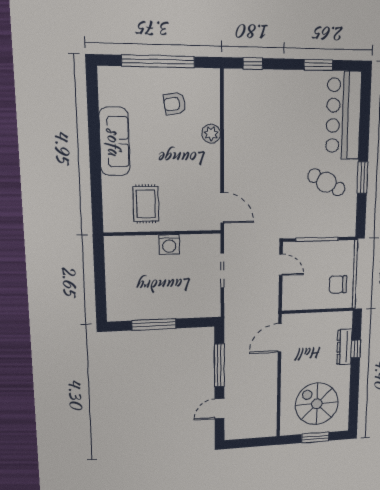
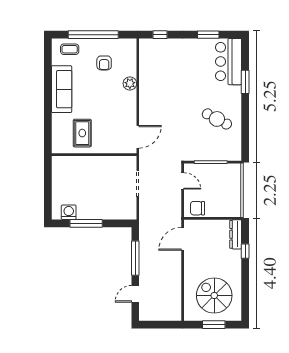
coffee table: (124, 83) -> (70, 49), added
armchair: (175, 104) -> (104, 63), turned -81
bar counter: (344, 115) -> (229, 62), width x0.73
window: (362, 178) -> (245, 82), moved
door: (222, 208) -> (138, 137), hinge flipped
washing machine: (169, 244) -> (69, 212), moved, turned 180
chair: (338, 284) -> (197, 208), moved
dresser: (344, 347) -> (236, 234), moved

